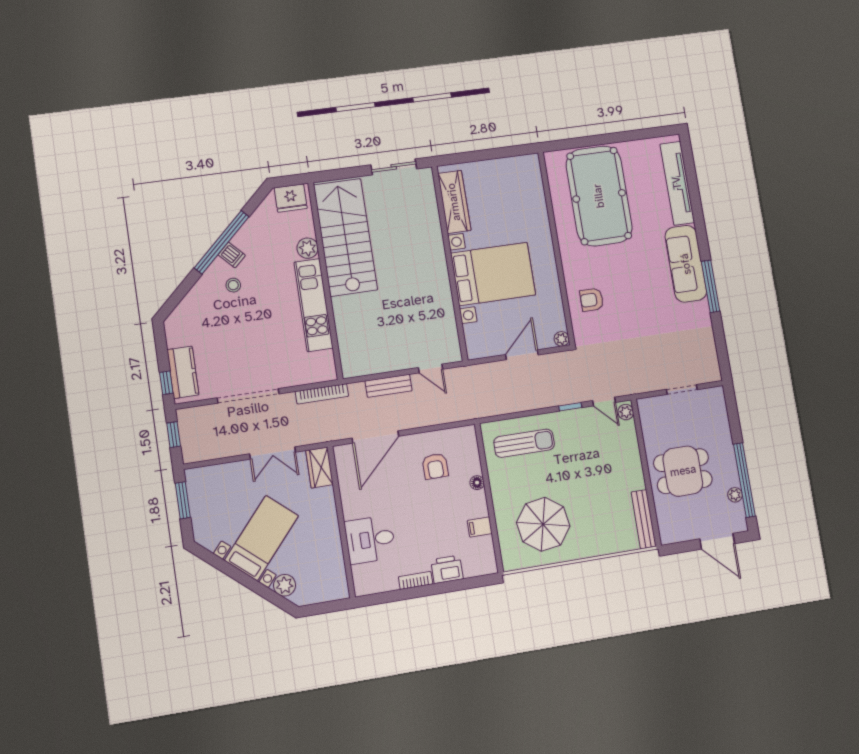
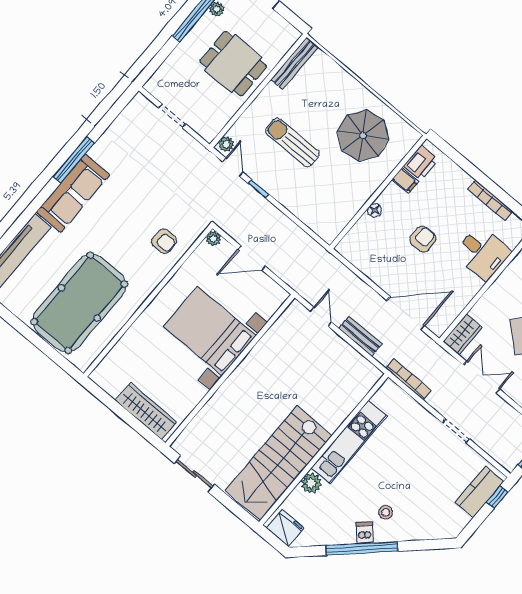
wardrobe: (454, 202) -> (146, 411), moved, turned 90
doorway: (248, 396) -> (456, 431), width x0.53
sun lounger: (524, 443) -> (292, 142), moved
armchair: (435, 466) -> (423, 239), moved
printer: (447, 569) -> (421, 163), moved, turned -90
bookcase: (416, 580) -> (490, 200), width x1.56

